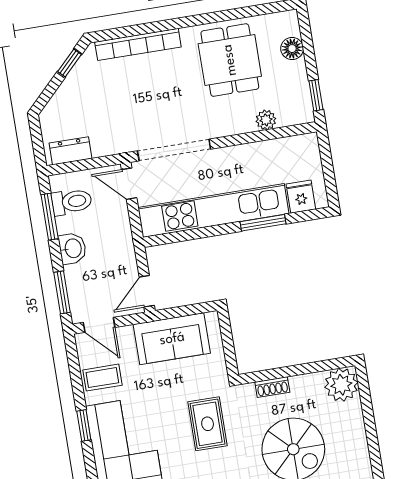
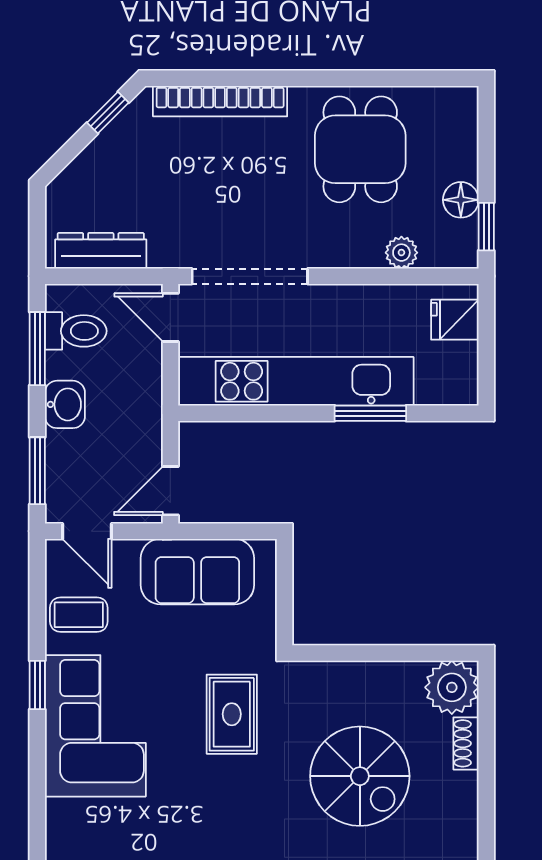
floor lamp: (292, 49) -> (461, 200), moved
dresser: (70, 151) -> (101, 251), width x1.44
fridge: (301, 197) -> (455, 320), moved, turned -90
shoe rack: (272, 387) -> (466, 743), moved, turned 90

